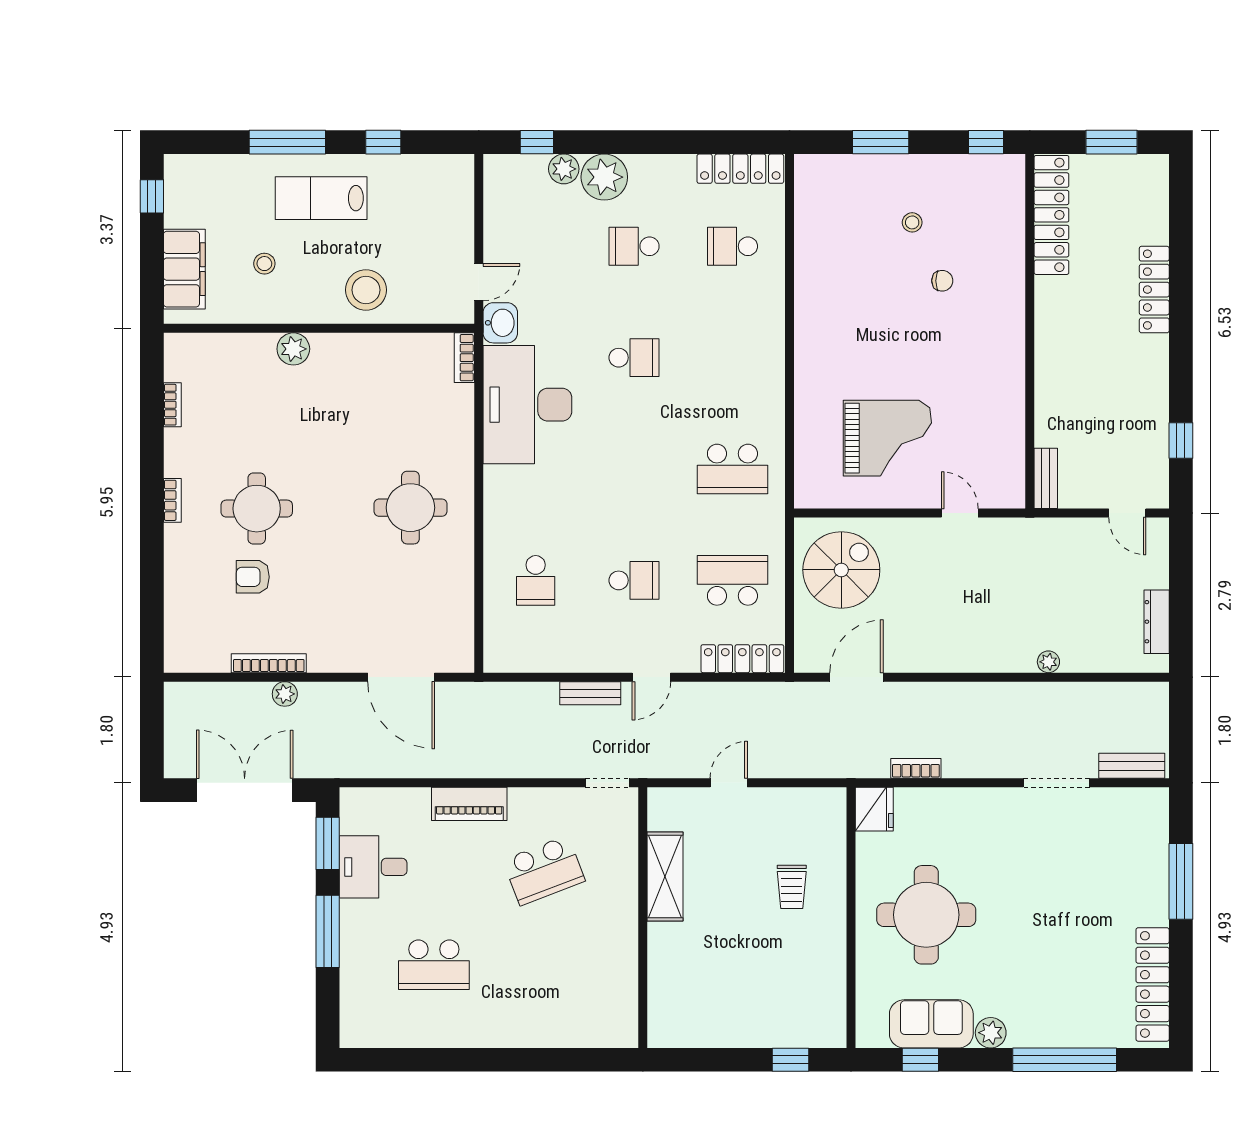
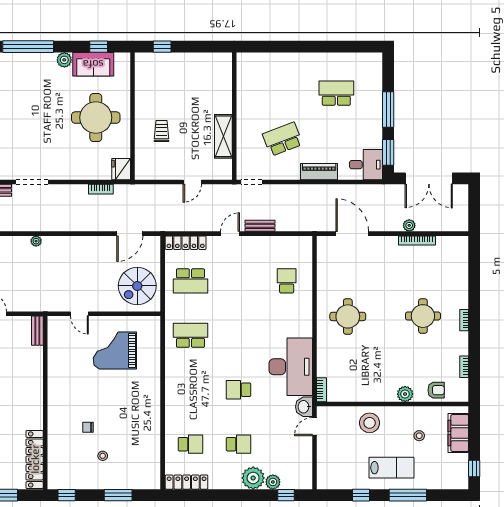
armchair: (253, 577) -> (436, 390), moved
school desk: (634, 580) -> (239, 281), removed
desk: (373, 867) -> (366, 165), moved

